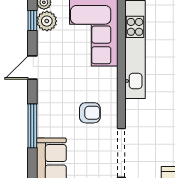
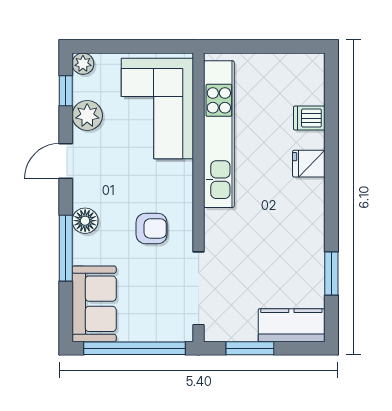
plant: (47, 21) -> (87, 115), moved
floor lamp: (45, 108) -> (85, 221), added

